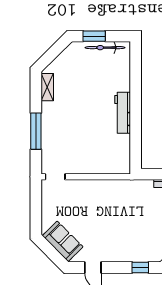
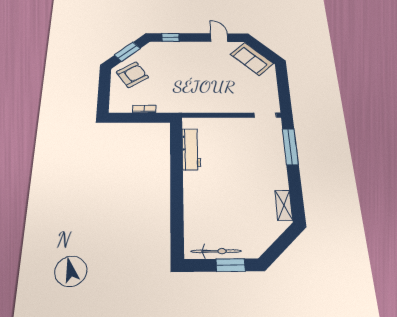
workbench: (123, 113) -> (191, 149), moved
window: (36, 131) -> (290, 147), moved

